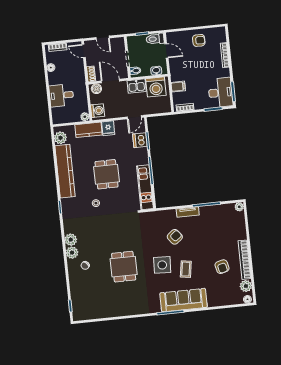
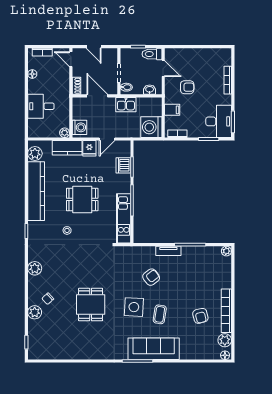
armchair: (199, 40) -> (187, 87), moved
washing machine: (156, 87) -> (151, 127), moved, turned 90
boiler: (96, 89) -> (81, 103), removed
door: (134, 117) -> (107, 139), moved
dining table: (107, 174) -> (82, 199), turned 90
plant: (72, 253) -> (35, 312), moved

